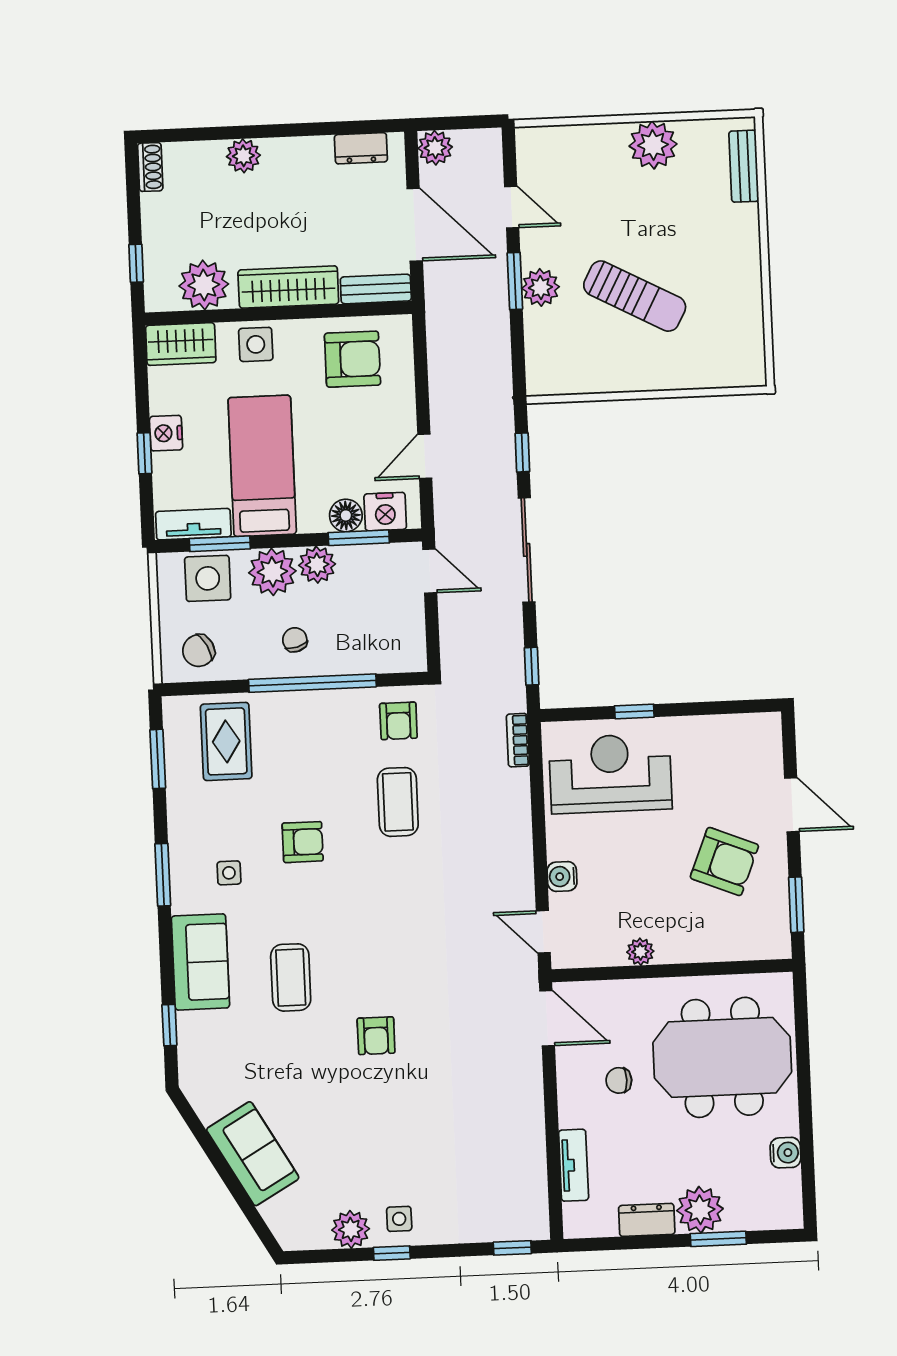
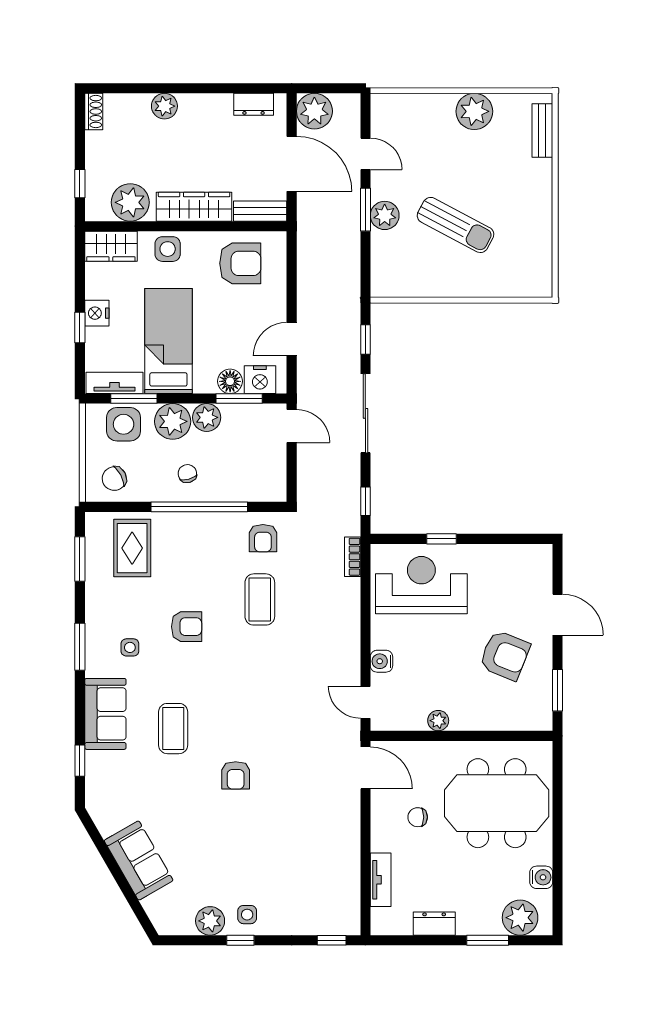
plant: (435, 148) -> (314, 111), width x1.36, depth x1.36
plant: (700, 1210) -> (520, 918), moved

